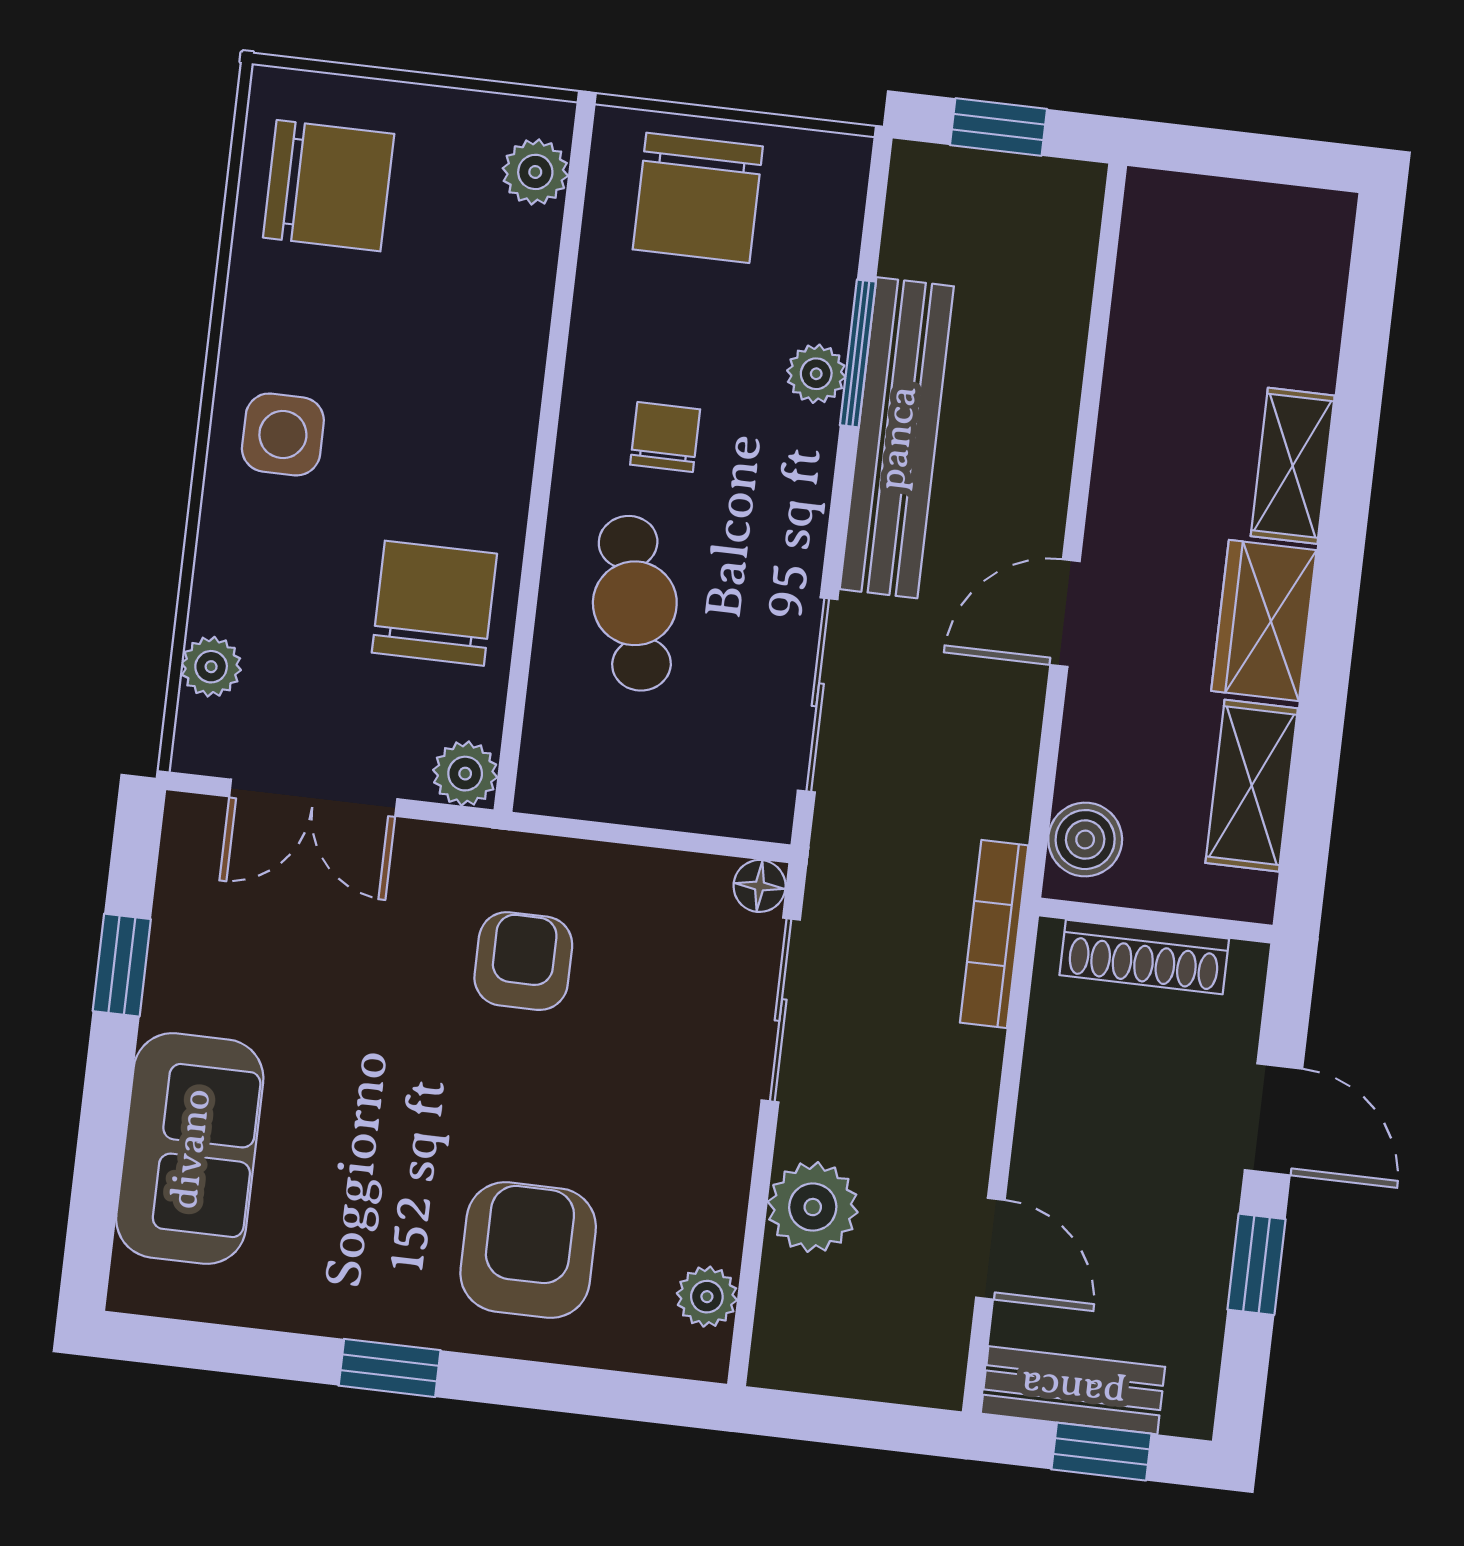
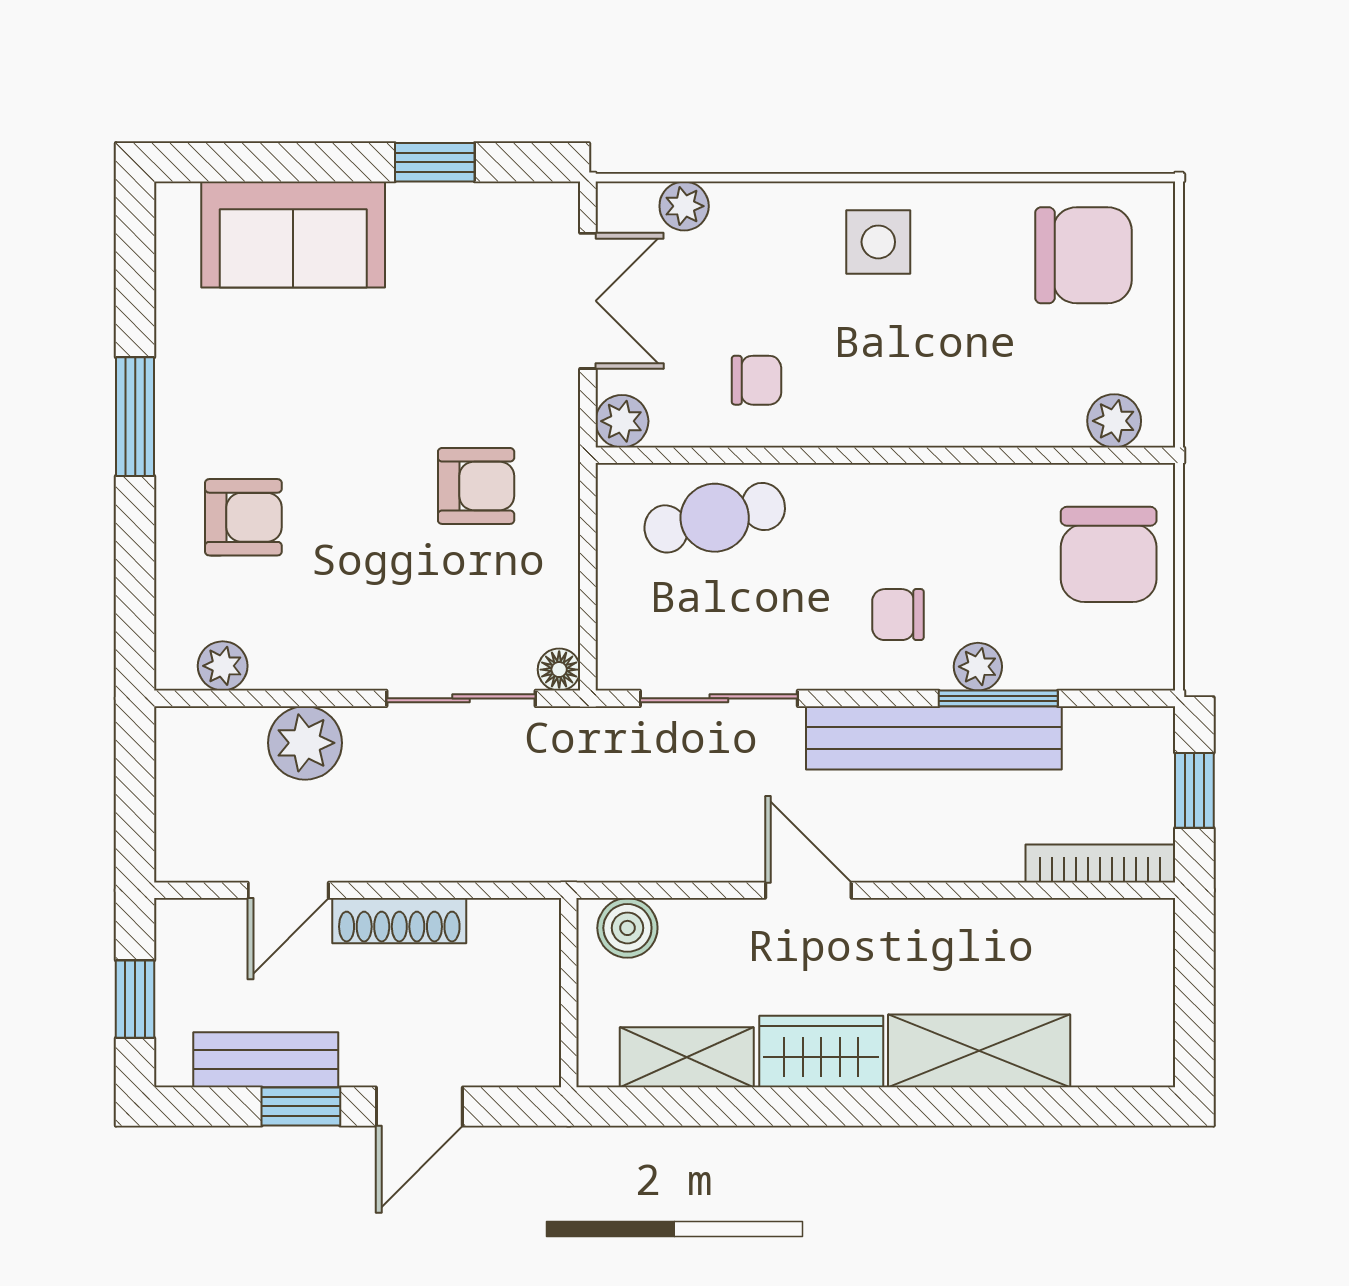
chair: (329, 186) -> (1083, 255), turned -90
chair: (698, 198) -> (1109, 554), turned -90
chair: (665, 437) -> (898, 615), moved, turned 180
shelving: (1293, 466) -> (979, 1051), width x1.50, depth x1.33
chair: (434, 603) -> (756, 380), width x0.54, depth x0.54
cafe table: (635, 603) -> (715, 518), moved
double door: (313, 798) -> (588, 301), swing flipped
bookcase: (994, 934) -> (1100, 863), moved
shoe rack: (1144, 957) -> (399, 921), moved, turned -90
armchair: (528, 1250) -> (243, 517), width x0.72, depth x0.72
window: (390, 1368) -> (135, 417), width x1.50
bench: (1073, 1390) -> (266, 1060), moved, turned 90

